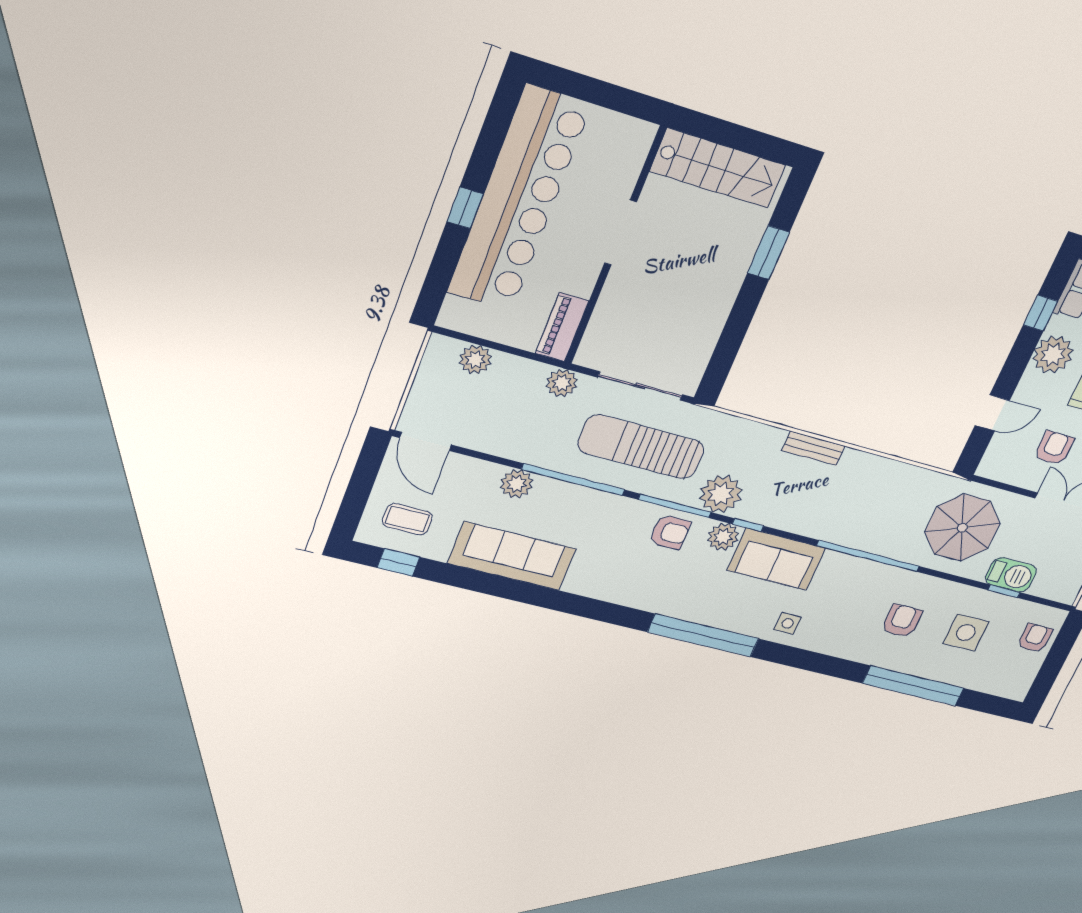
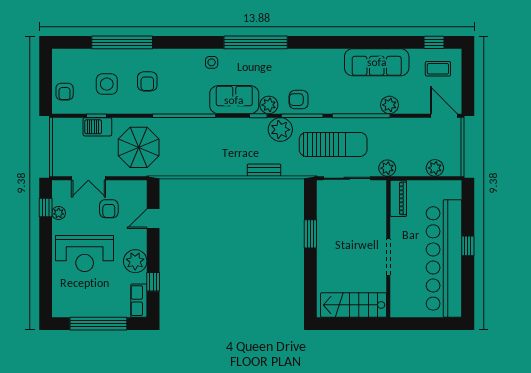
window: (769, 253) -> (310, 234), moved
bench: (813, 448) -> (264, 170), moved

